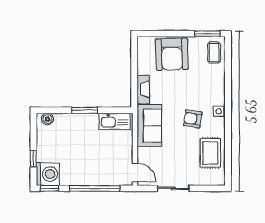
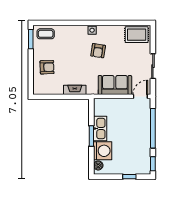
armchair: (172, 54) -> (47, 67), width x0.53, depth x0.53
kitchen sink: (115, 121) -> (100, 129), moved
sofa: (149, 126) -> (115, 85), moved
rug: (210, 153) -> (137, 35), moved
washing machine: (48, 174) -> (103, 151), moved, turned 90

